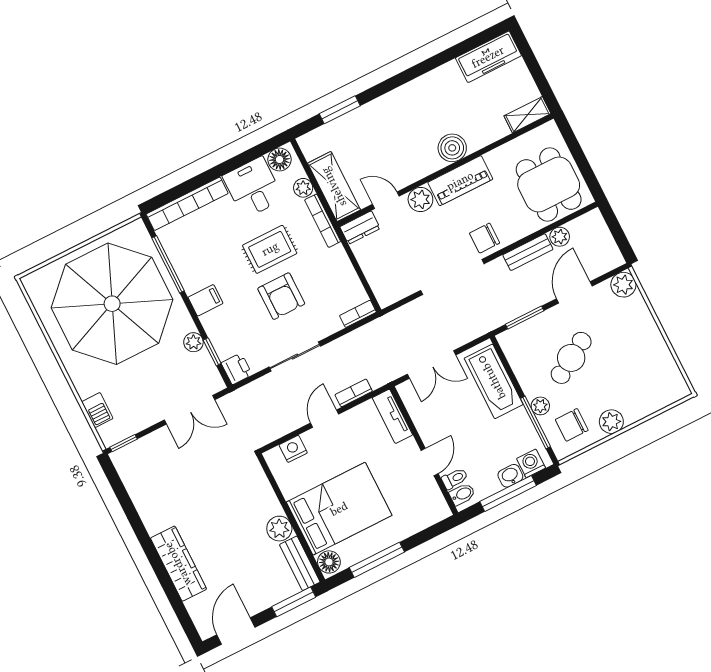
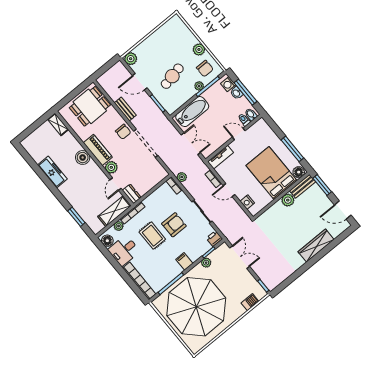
freezer: (488, 57) -> (52, 172), moved
plant: (560, 237) -> (182, 177), moved
cafe table: (571, 358) -> (172, 76), turned -71

